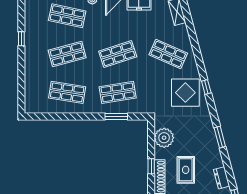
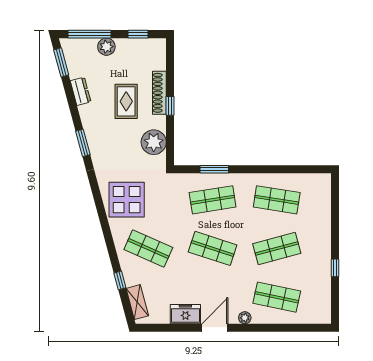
shop shelf: (118, 54) -> (213, 248), turned 36
window: (206, 87) -> (120, 280), moved

